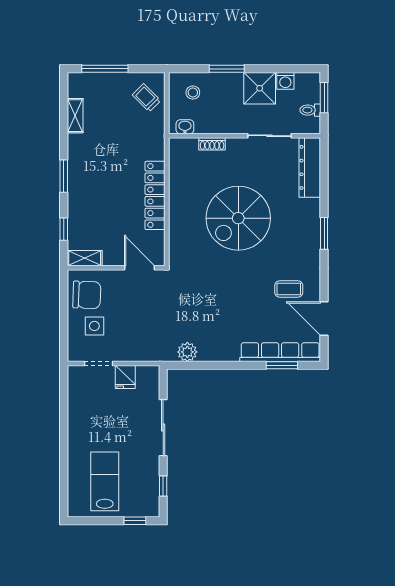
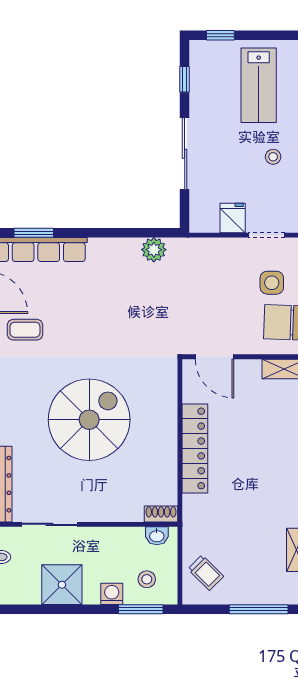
window: (227, 69) -> (141, 609), moved
washing machine: (285, 81) -> (112, 594), moved
shoe rack: (212, 144) -> (161, 514), moved
stool: (93, 425) -> (273, 157), added

